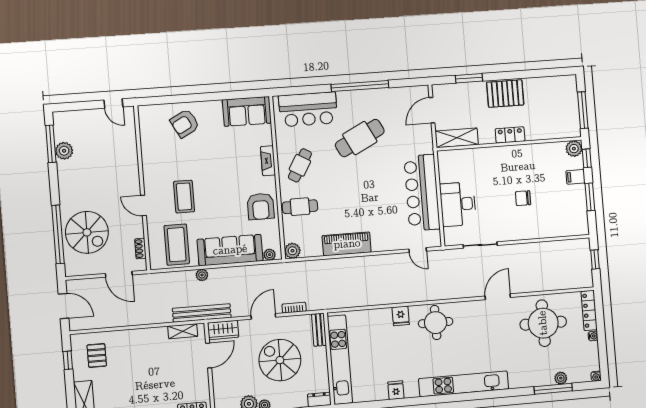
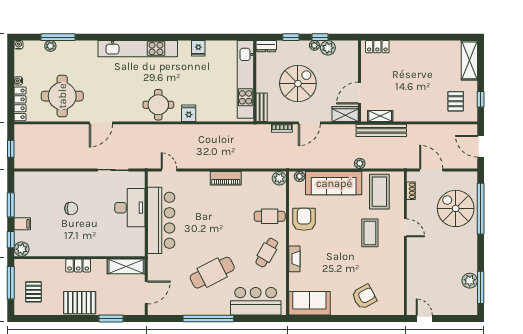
pallet: (557, 102) -> (33, 292), added
piano: (347, 244) -> (226, 178), width x0.73, depth x0.75
bench: (202, 313) -> (381, 130), moved
spiral stairs: (280, 360) -> (298, 84), turned -90

